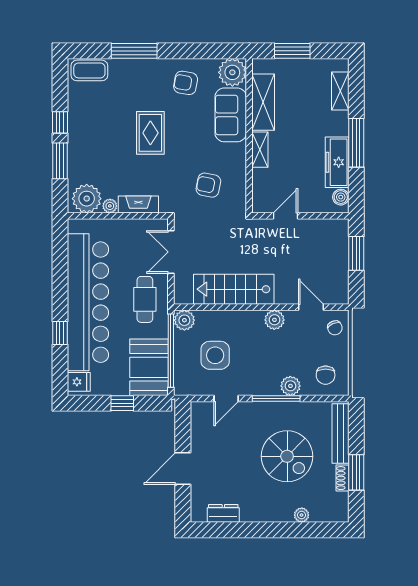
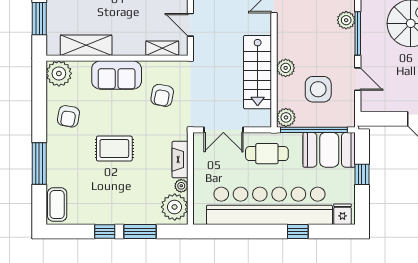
sofa: (231, 115) -> (117, 75), moved
shelving: (260, 150) -> (162, 48), moved
plant: (274, 320) -> (286, 68), moved

